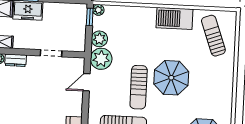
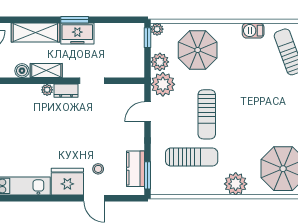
barbecue: (174, 18) -> (253, 31), width x0.53, depth x0.65
doorway: (51, 53) -> (92, 81), moved
parasol: (171, 78) -> (198, 50), moved

